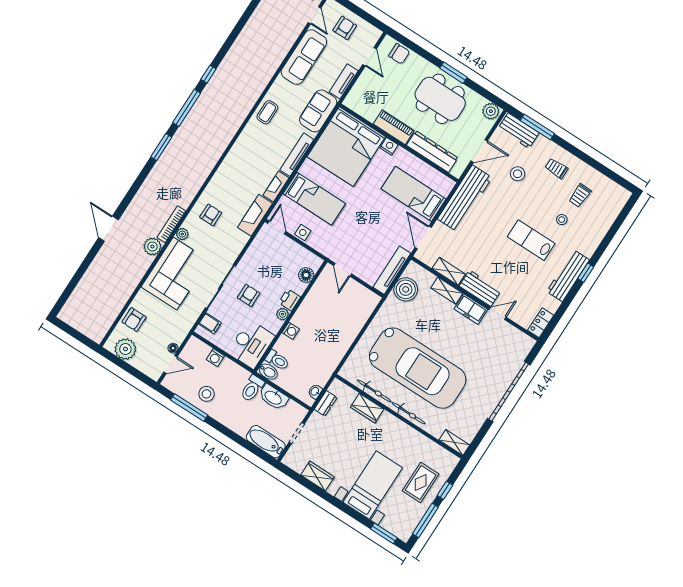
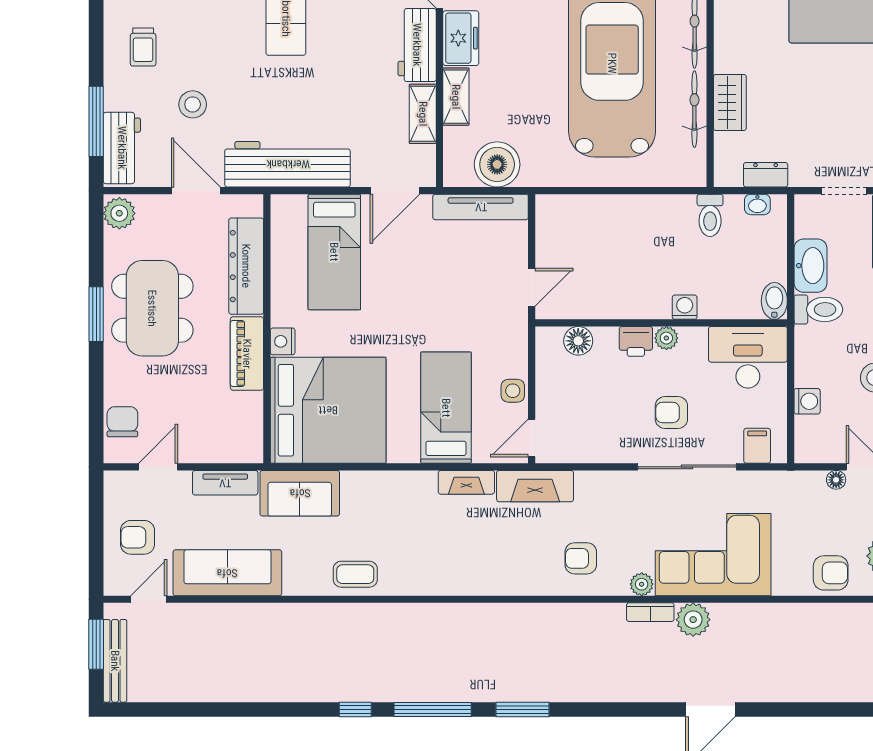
tv unit: (297, 155) -> (393, 482), removed
bookcase: (171, 224) -> (650, 612), width x0.64
toilet: (277, 360) -> (710, 215), moved, turned 180

